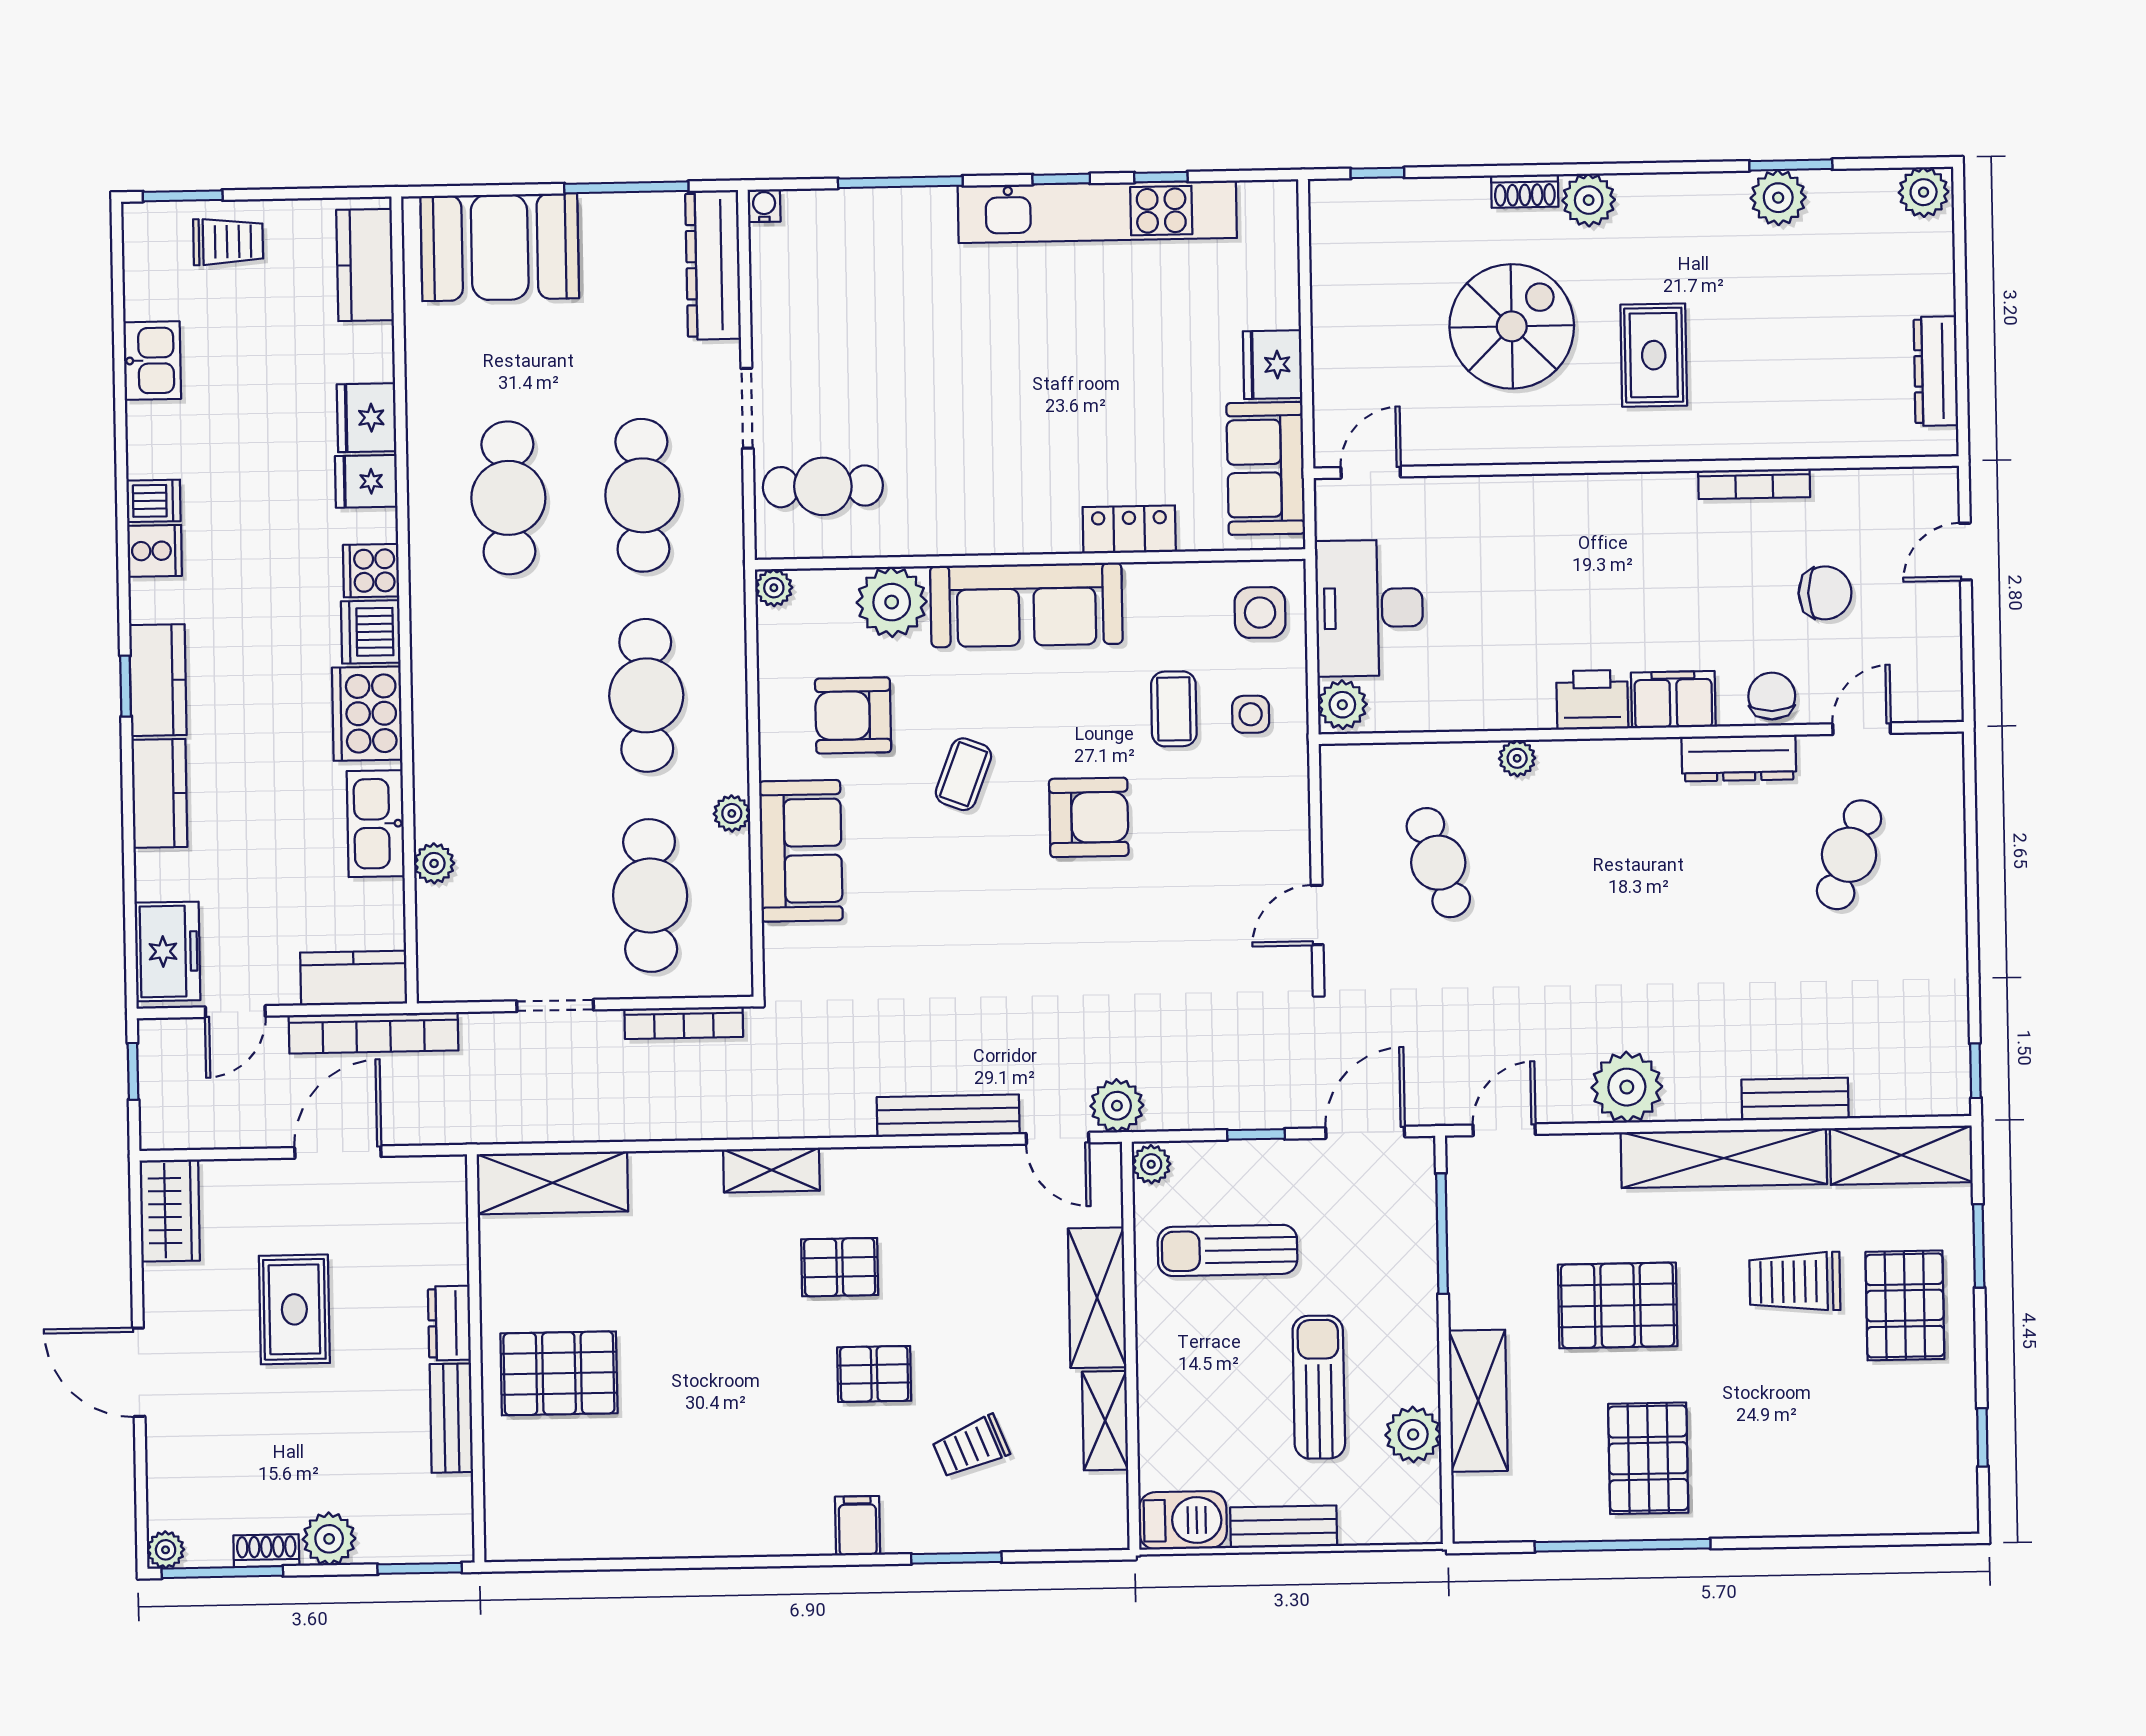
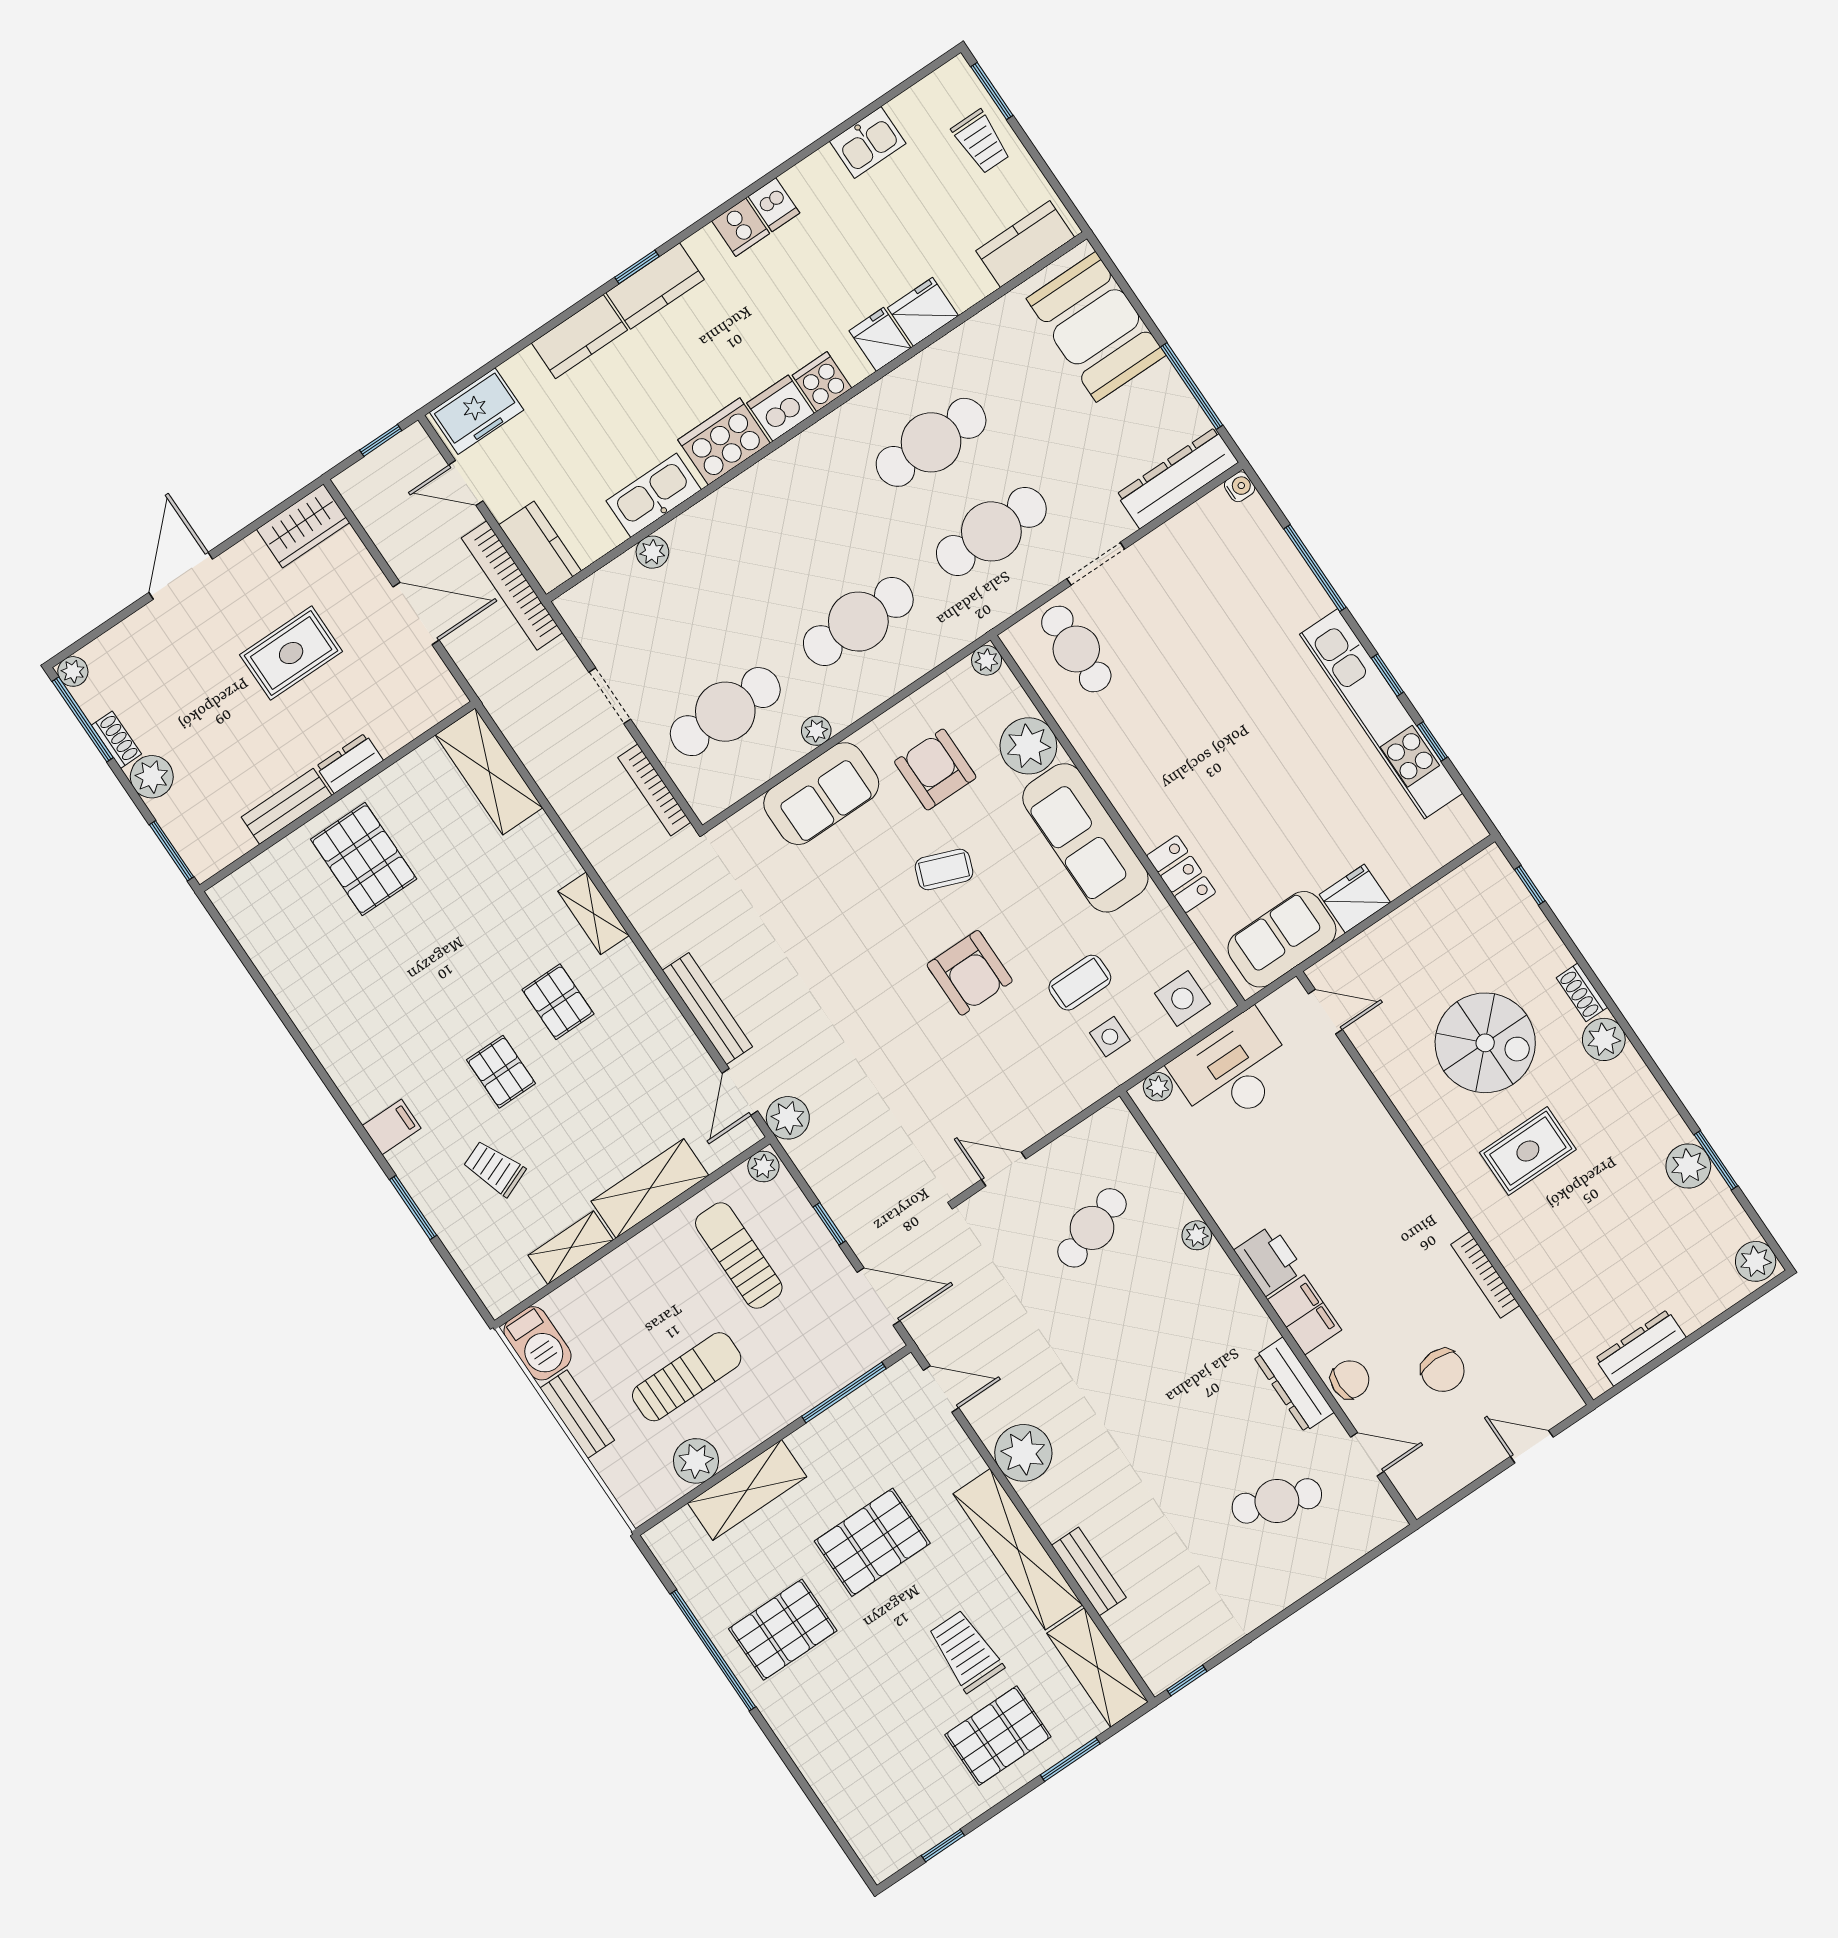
plant: (1342, 705) -> (1158, 1087), width x0.73, depth x0.73
pallet: (1618, 1305) -> (872, 1542), turned 90

